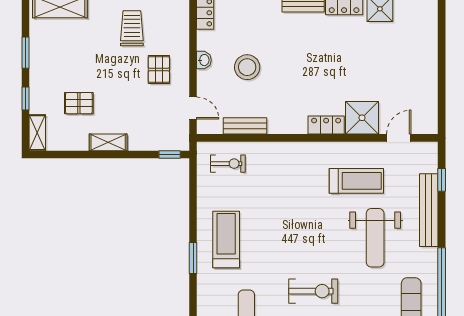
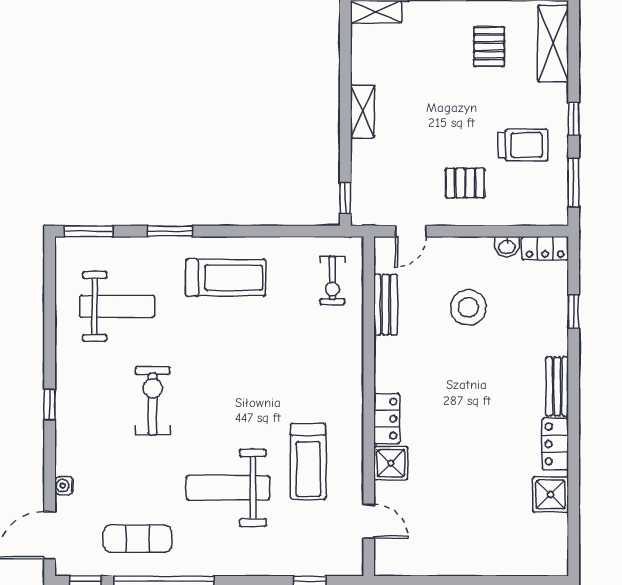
washbasin: (204, 60) -> (507, 247), moved
pallet: (79, 103) -> (489, 47), moved
shower: (362, 118) -> (391, 463), width x0.73, depth x0.73
bench: (429, 210) -> (267, 563), removed
window: (193, 258) -> (170, 231), moved
exercise bike: (313, 291) -> (153, 401), turned 180

